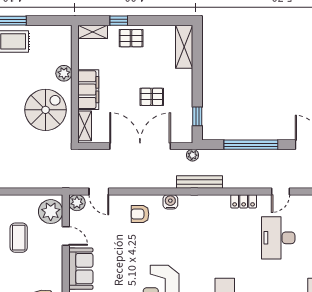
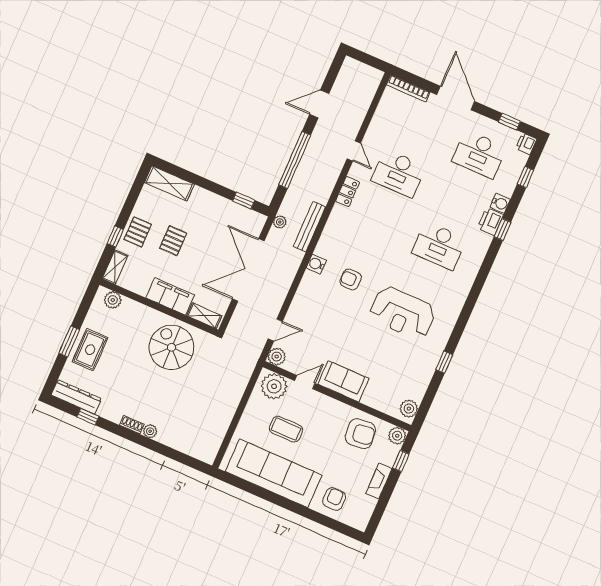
plant: (64, 73) -> (113, 300), moved
pallet: (152, 97) -> (173, 241), moved
armchair: (140, 214) -> (351, 279), moved, turned 90

